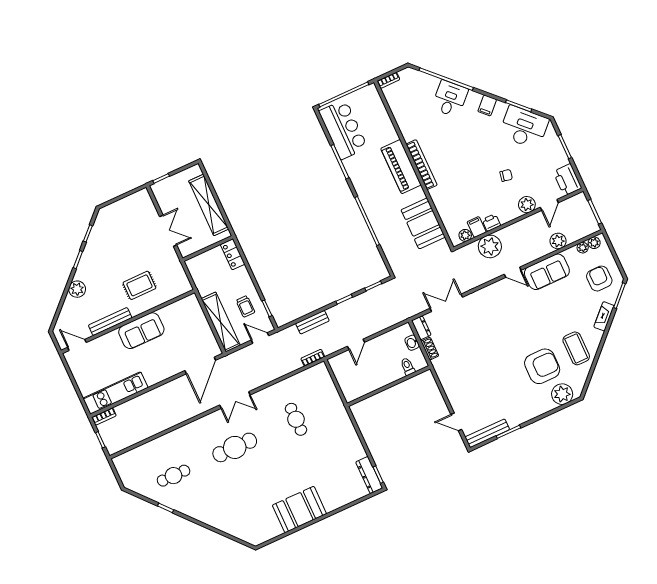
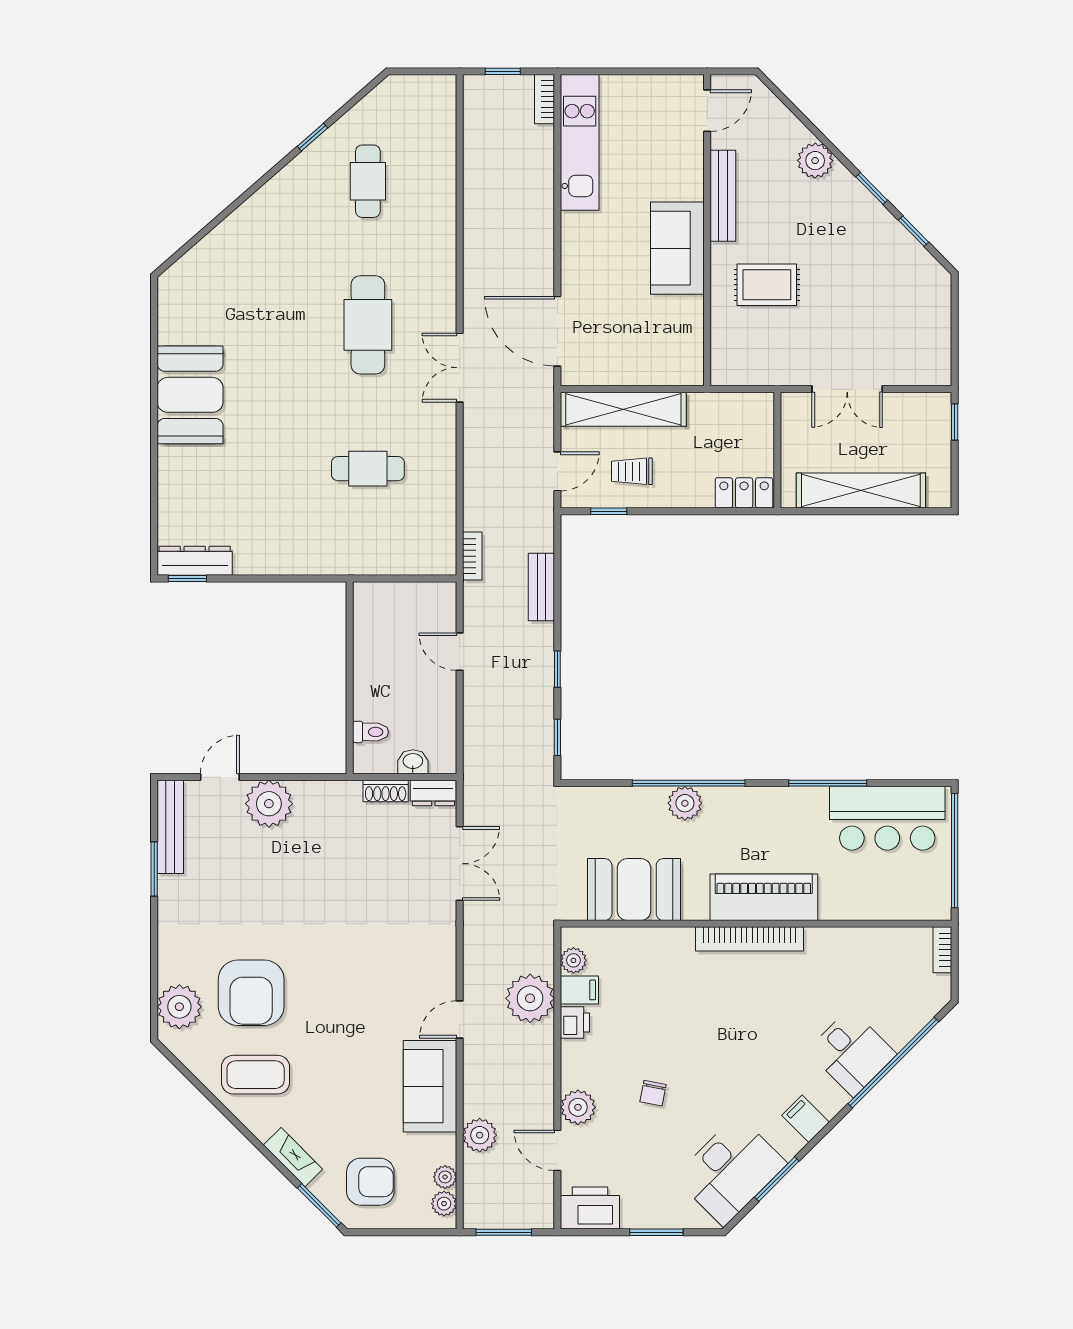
plant: (376, 219) -> (685, 803), added
rug: (139, 285) -> (767, 285), turned 90
plant: (458, 396) -> (269, 804), added

